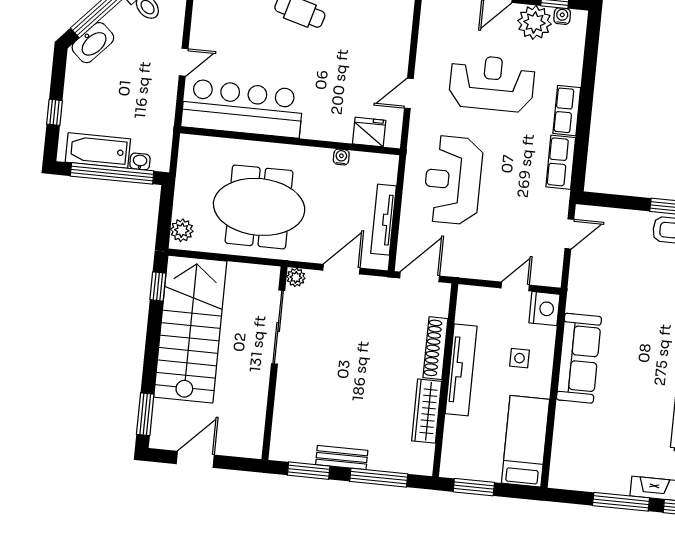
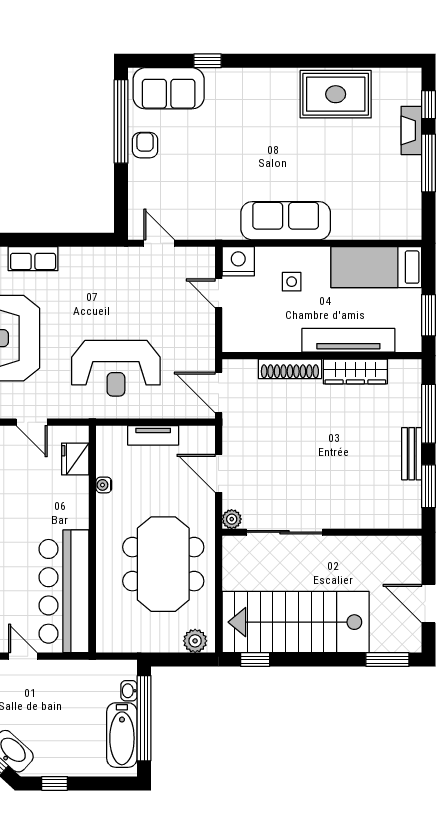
window: (54, 112) -> (55, 783), moved
row of seats: (561, 162) -> (87, 259), removed
tv unit: (383, 220) -> (153, 435), width x0.71
tv unit: (461, 370) -> (348, 340), moved

